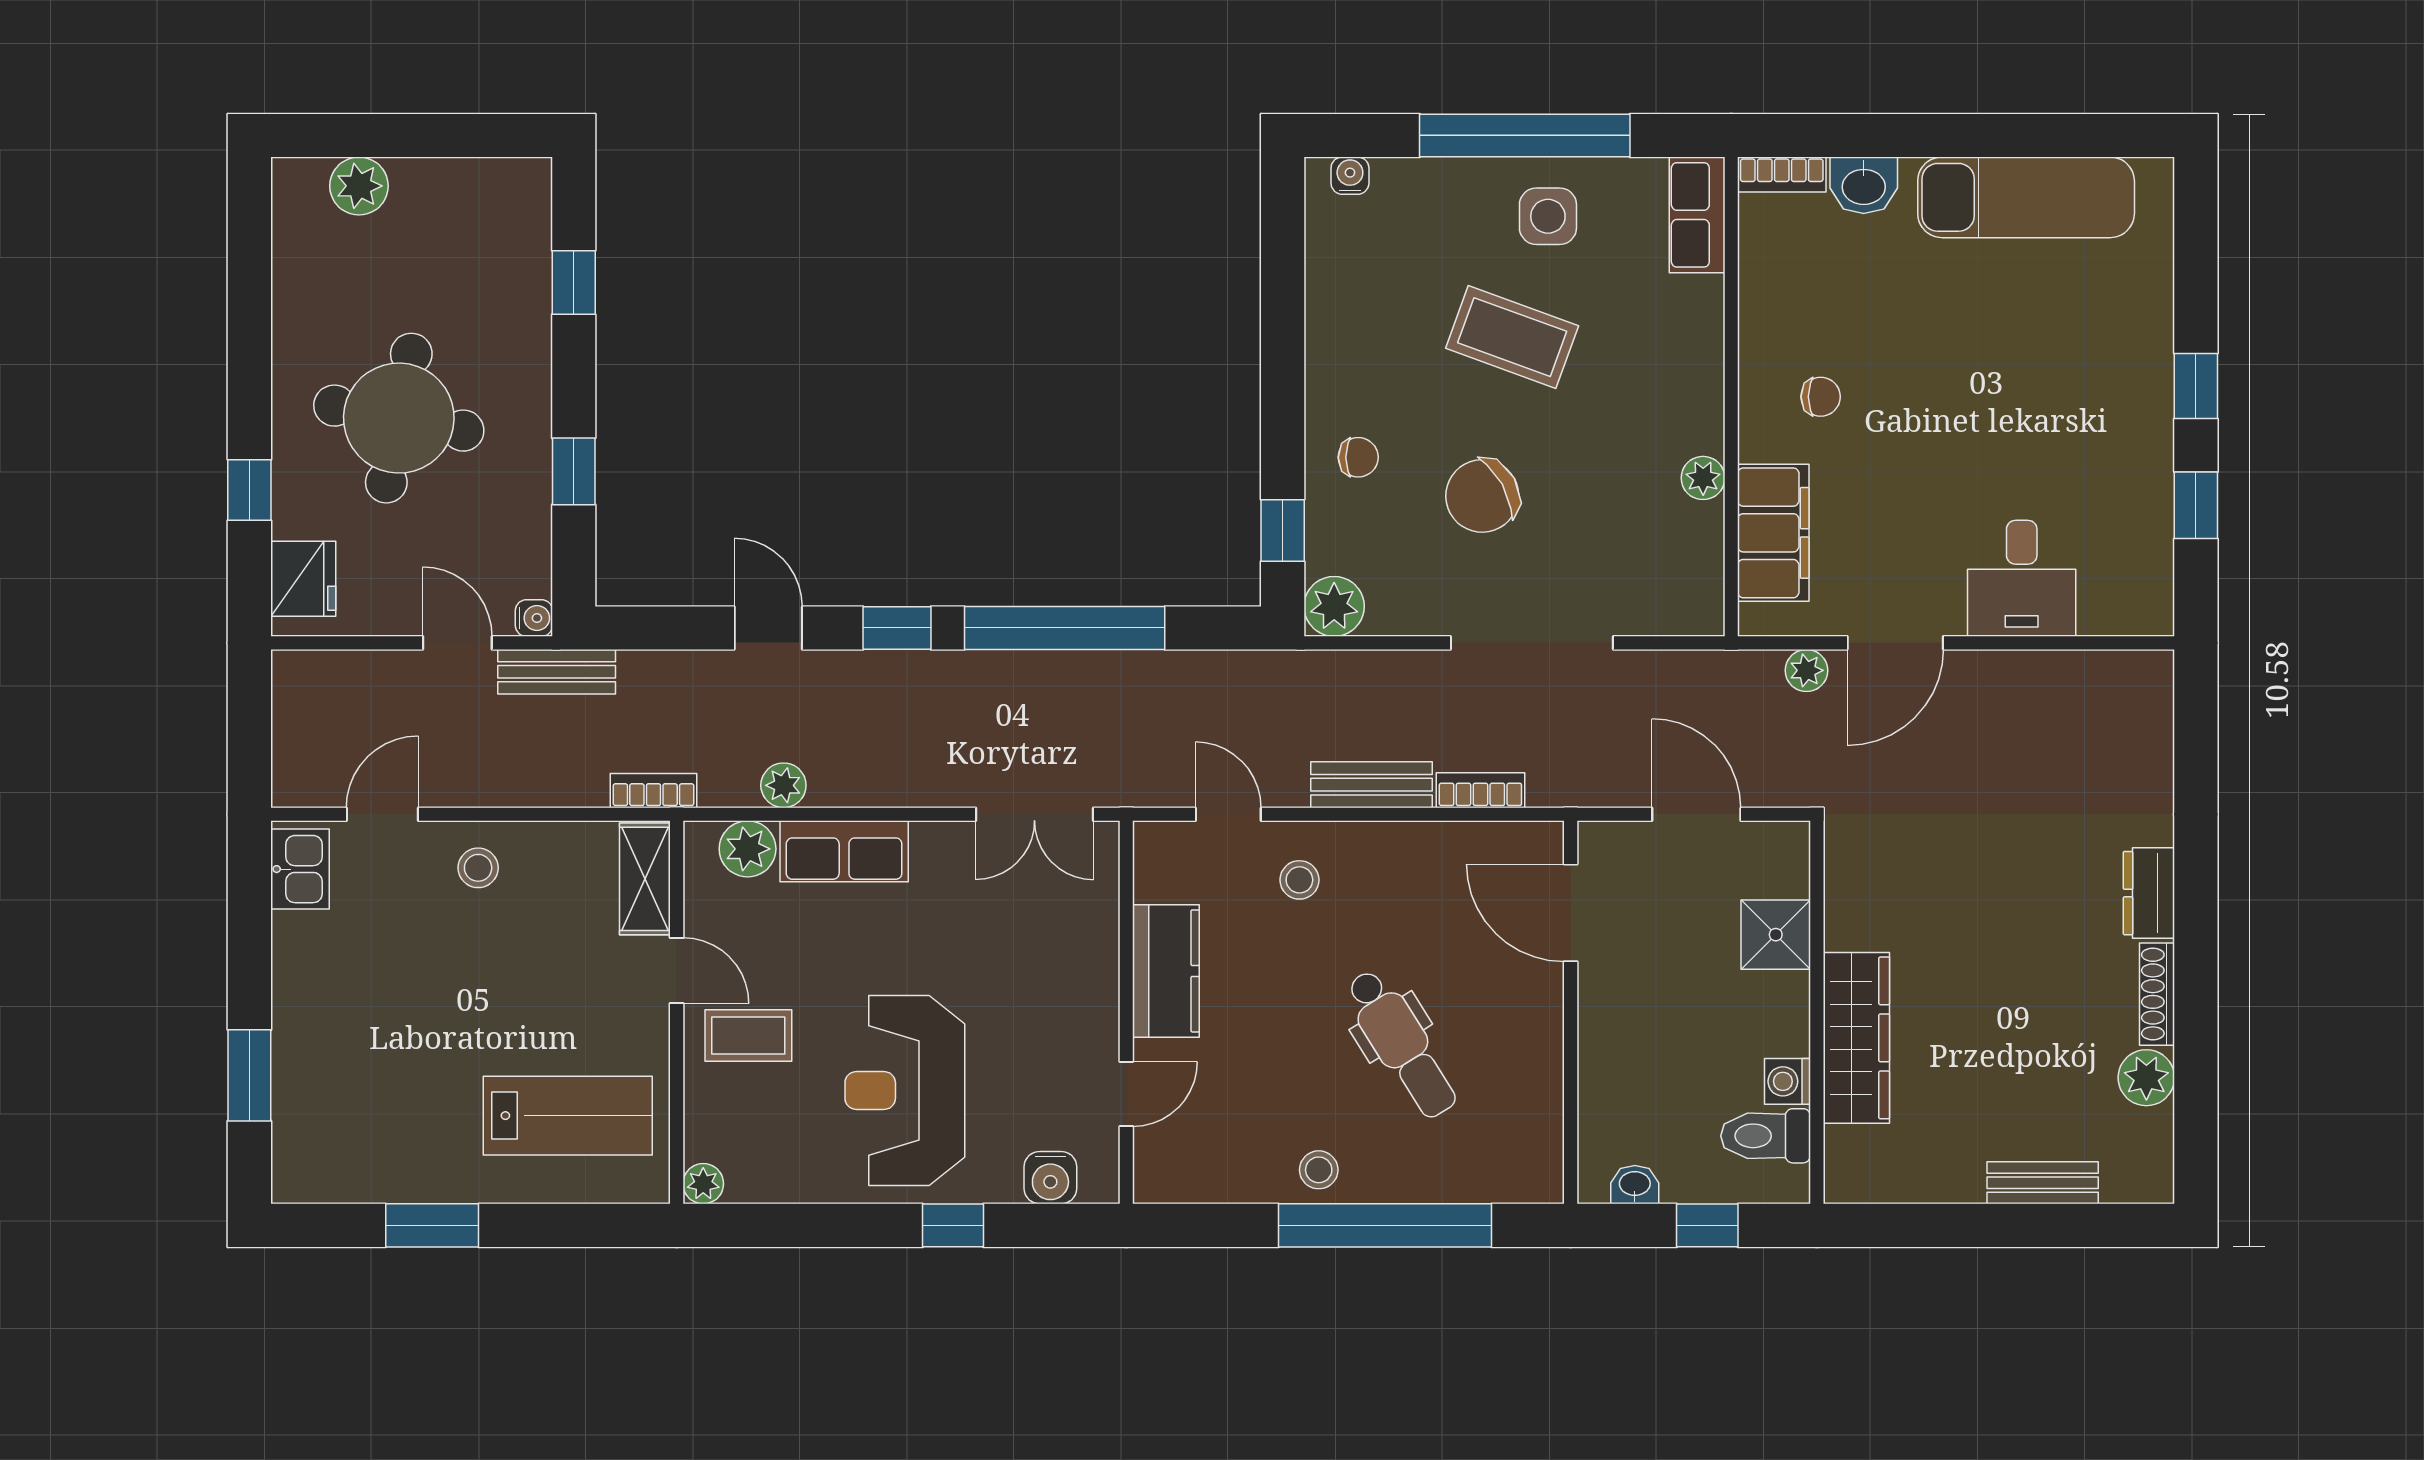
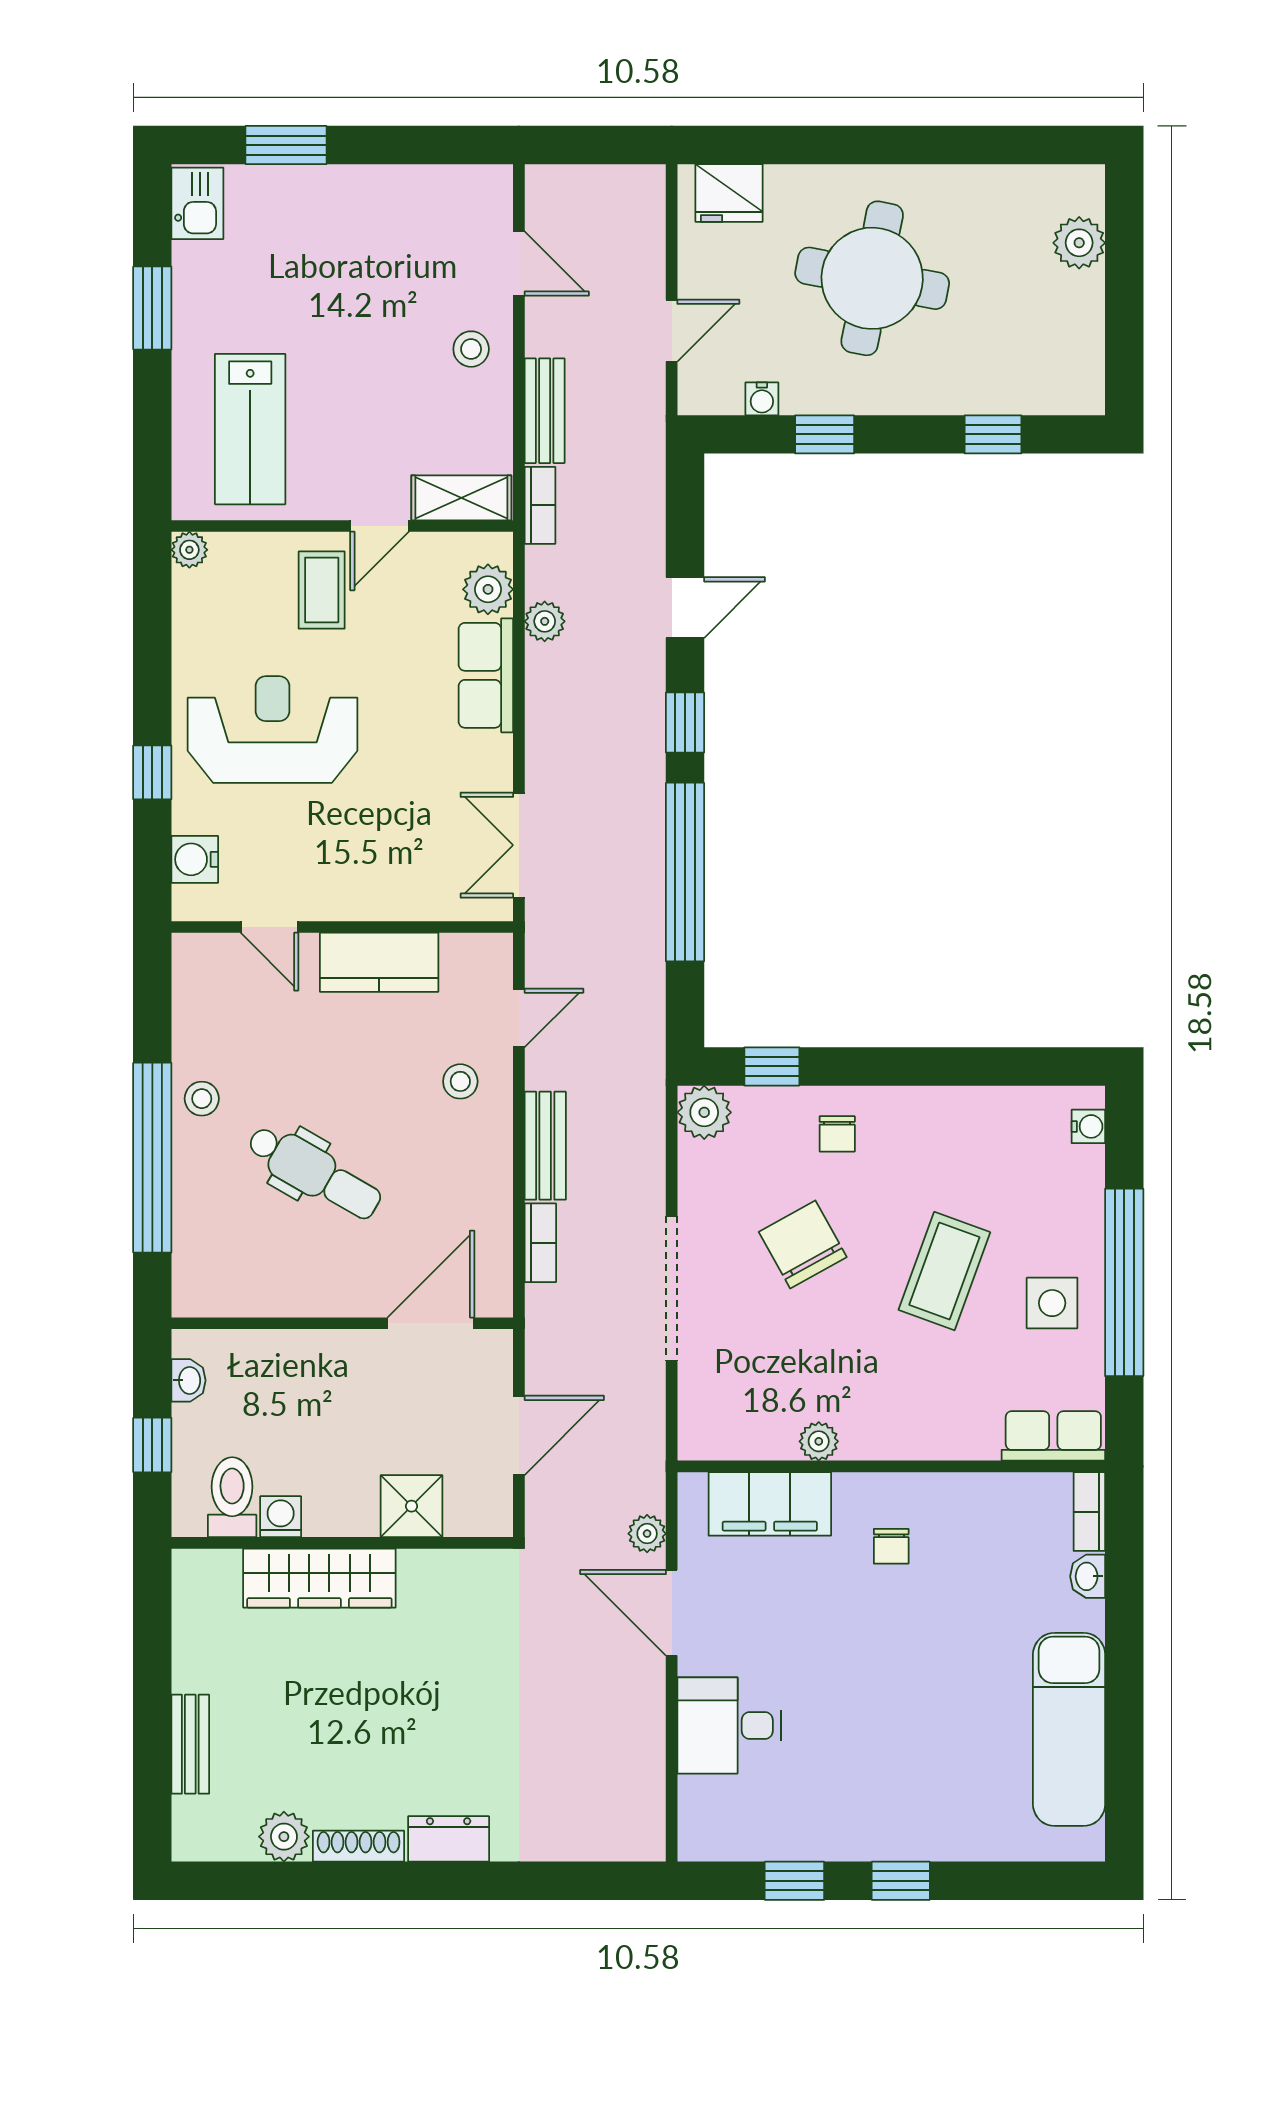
washbasin: (1864, 185) -> (1088, 1576), width x0.72, depth x0.69
window: (249, 490) -> (808, 145), removed
water cooler: (534, 618) -> (762, 399), moved
bench: (557, 672) -> (545, 411), moved
kitchen sink: (300, 869) -> (197, 203), moved, turned -90
dental chair: (1401, 1044) -> (314, 1172), turned -118

